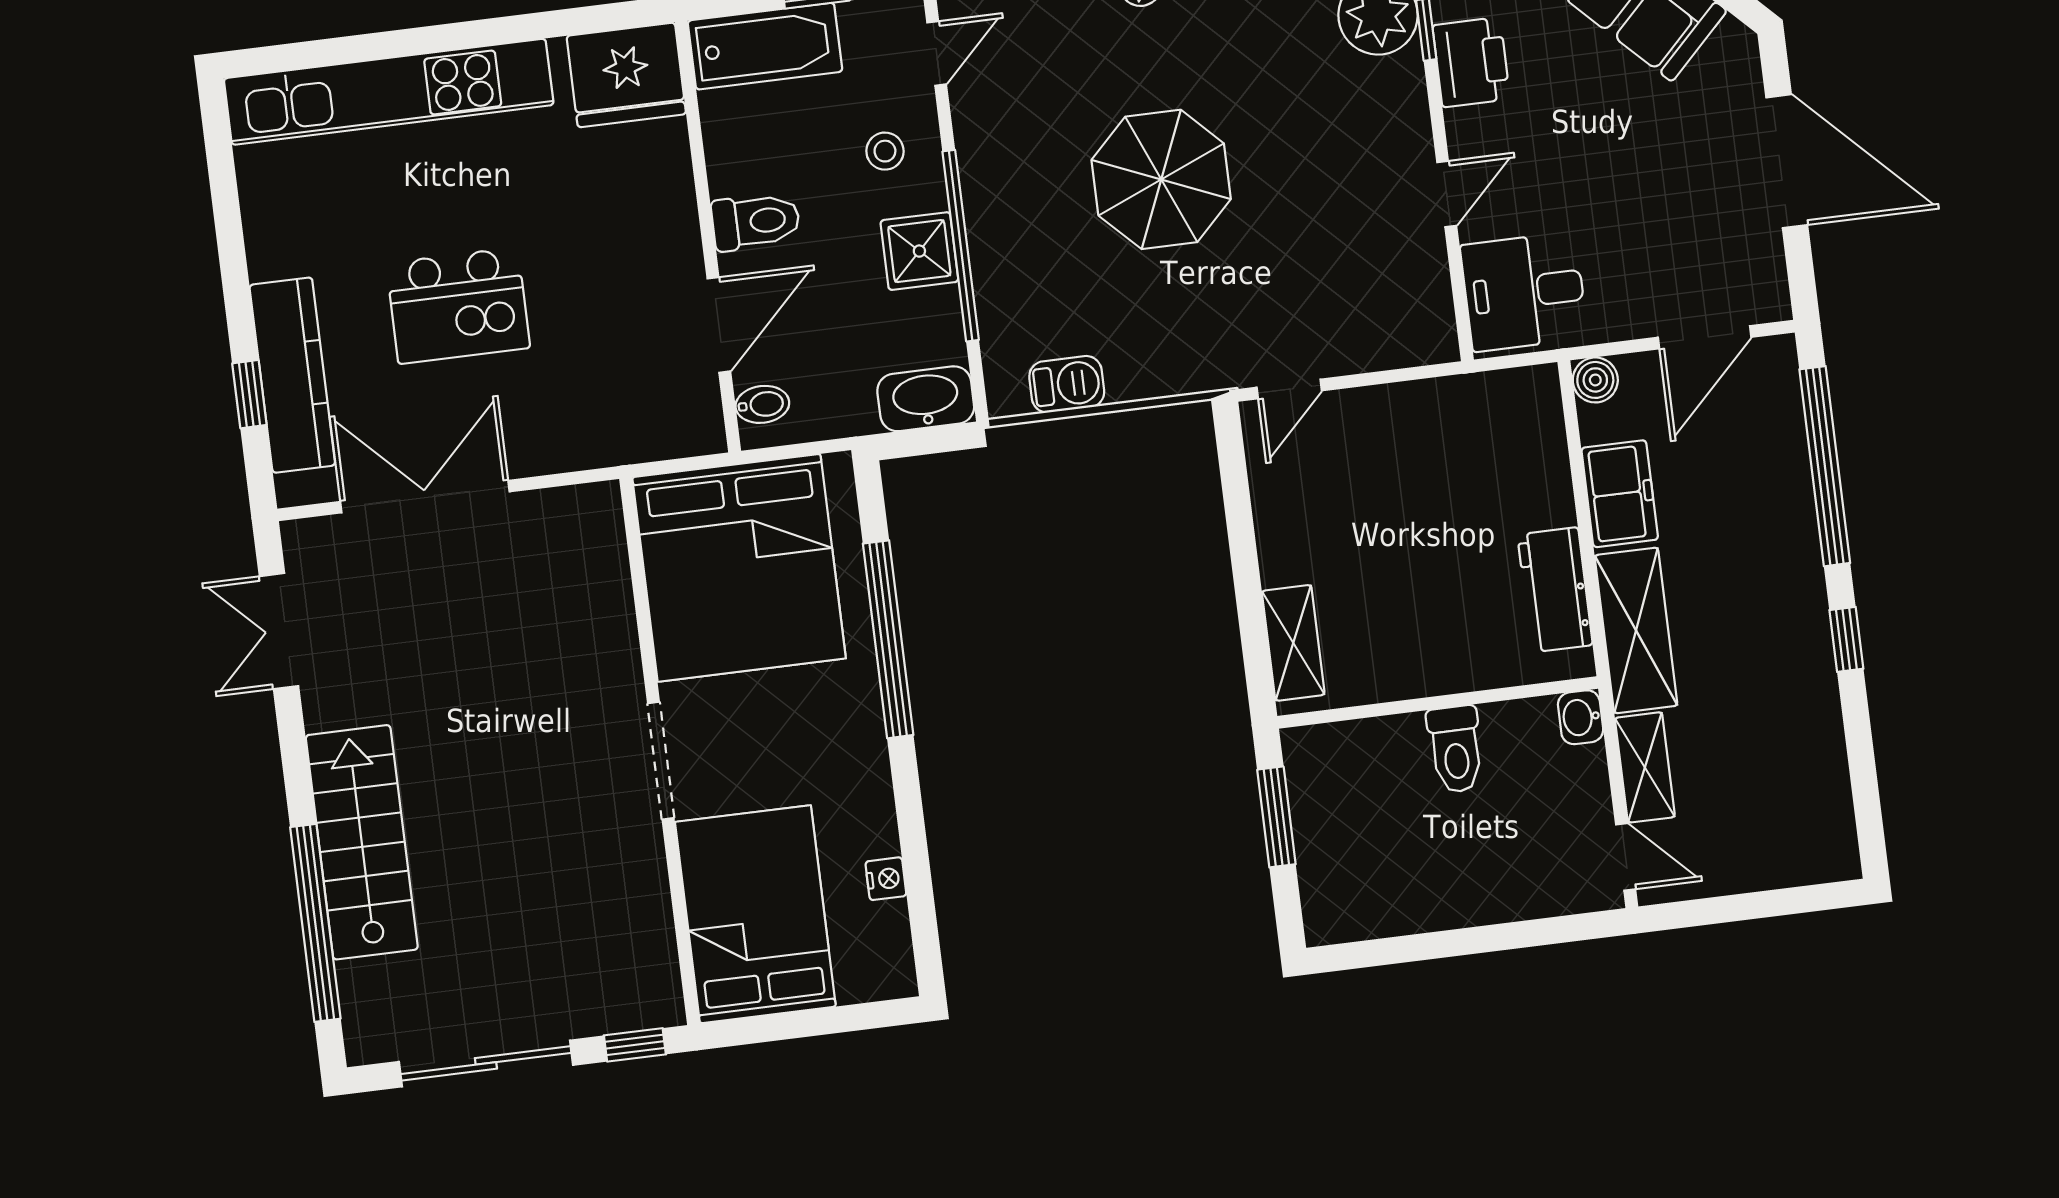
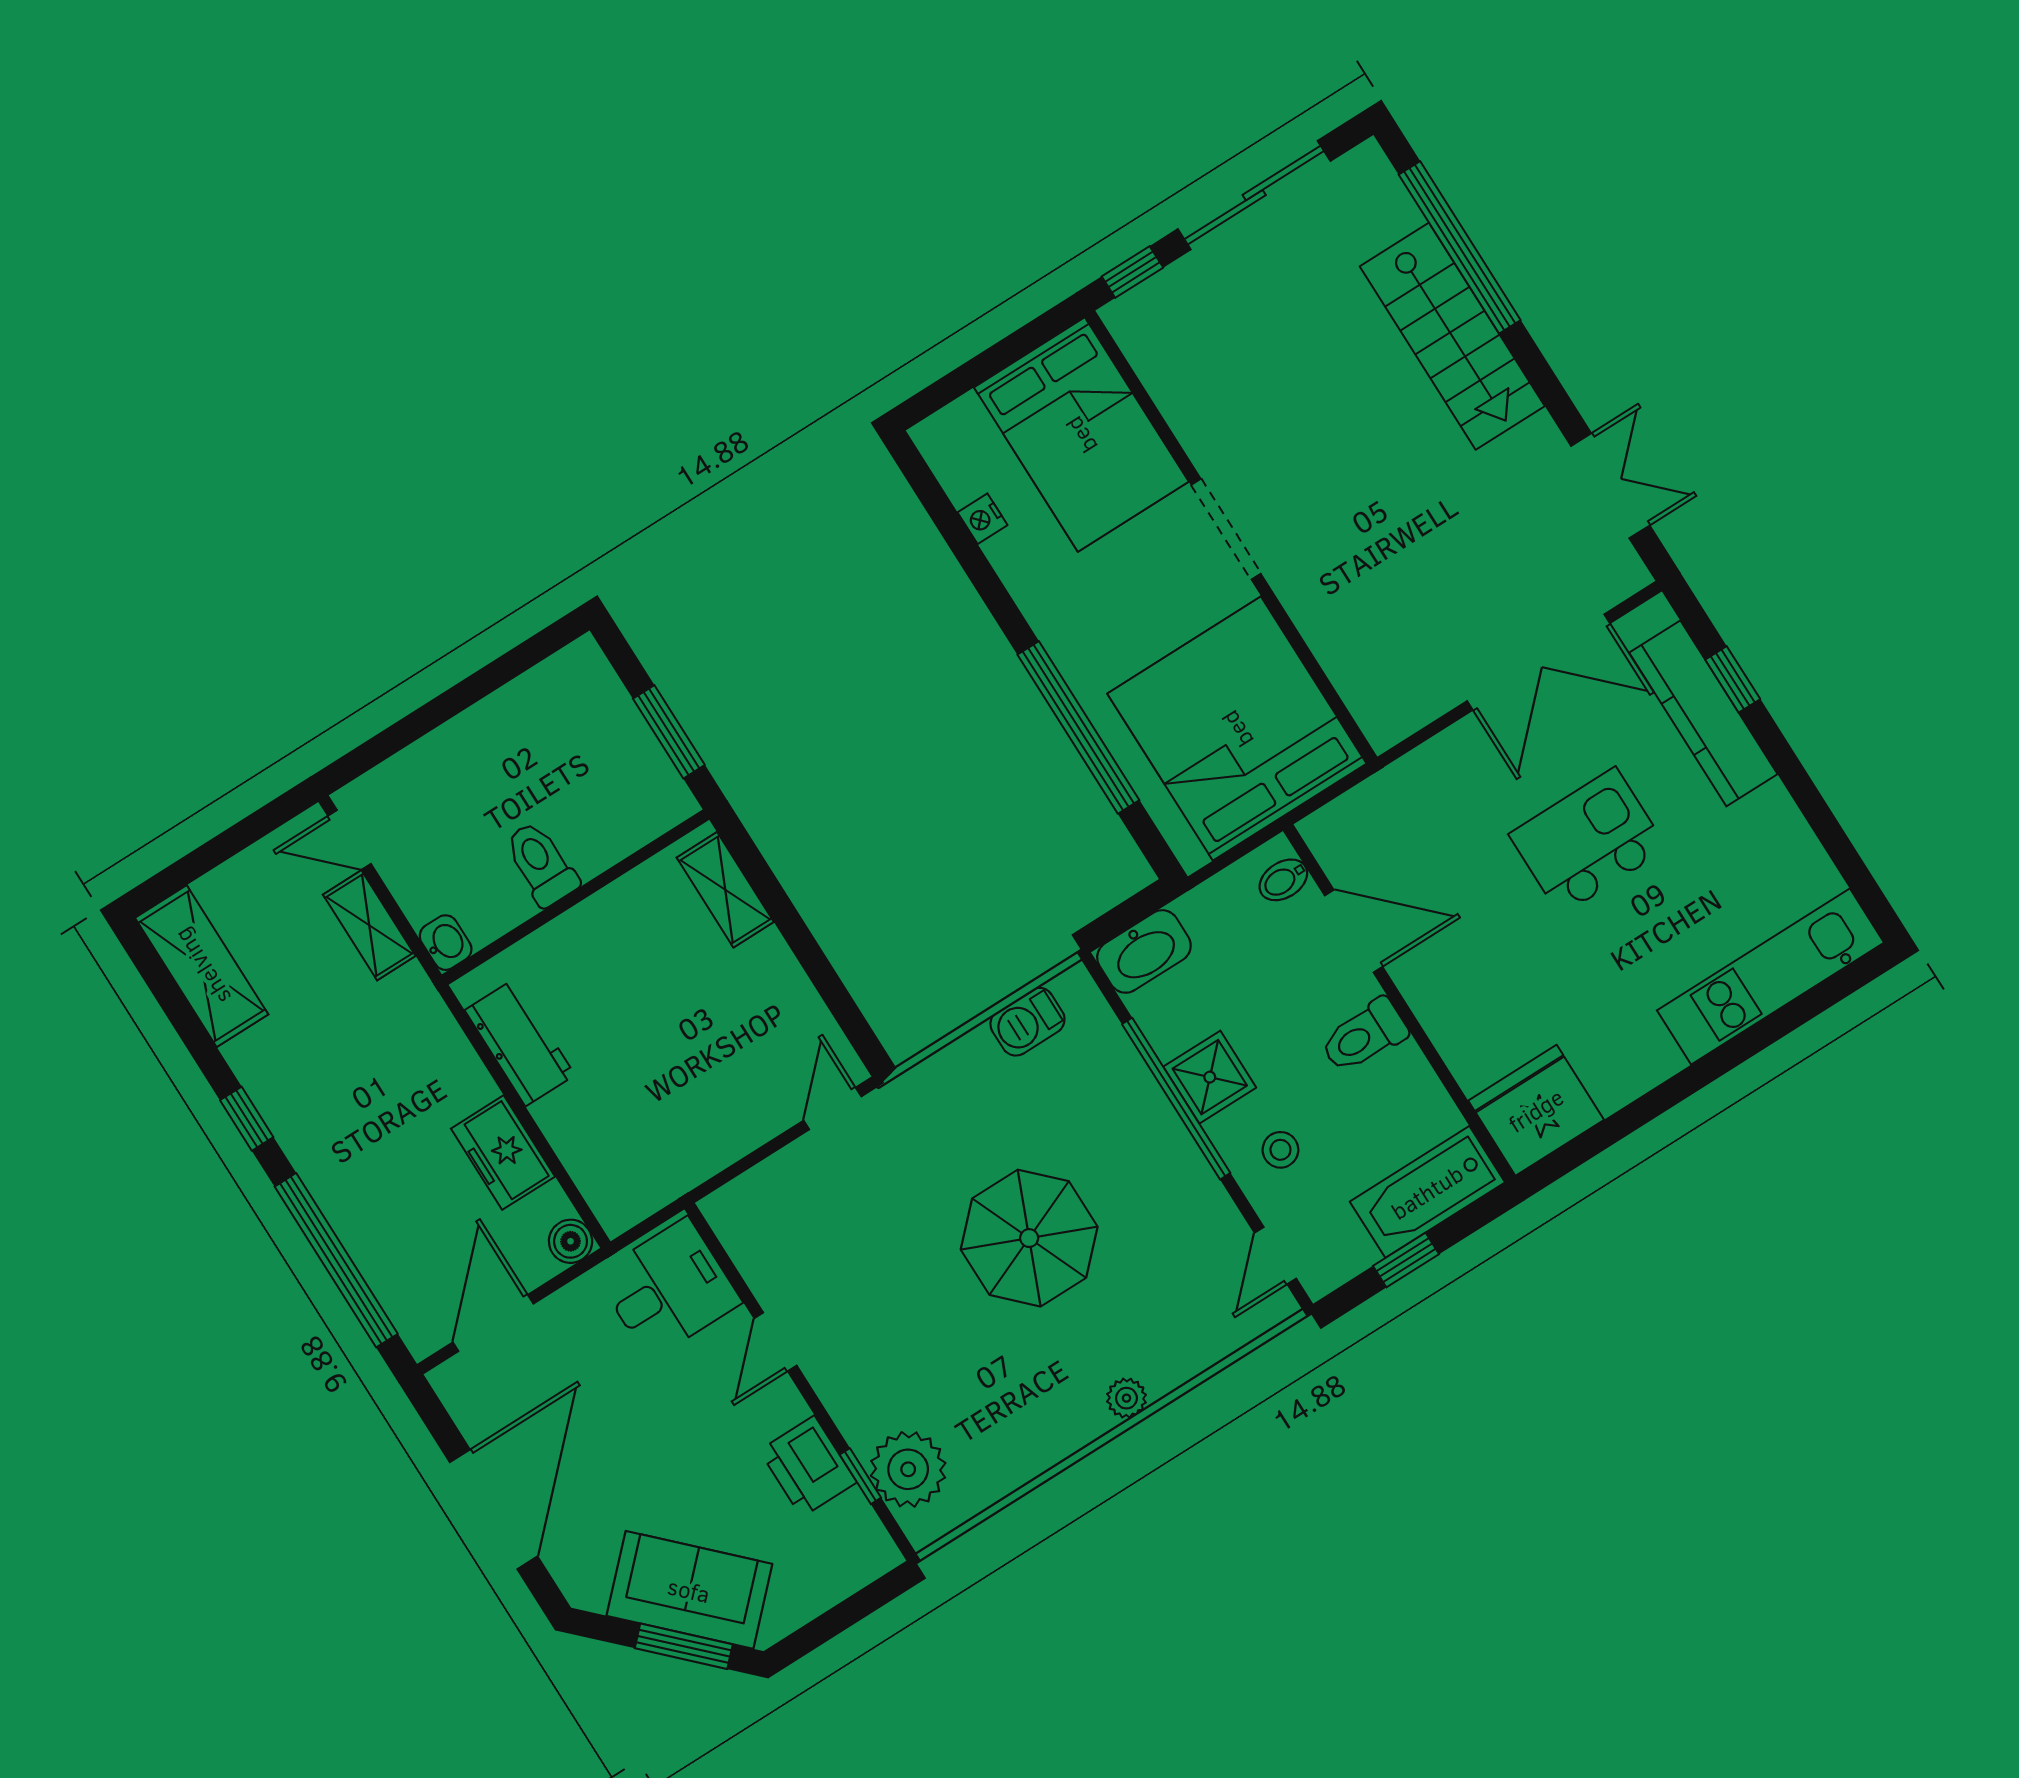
kitchen unit: (389, 92) -> (1771, 977), width x0.73
door: (1787, 161) -> (494, 1509), swing flipped
door: (719, 325) -> (1354, 931), swing flipped
shelving: (1636, 630) -> (202, 966), moved

